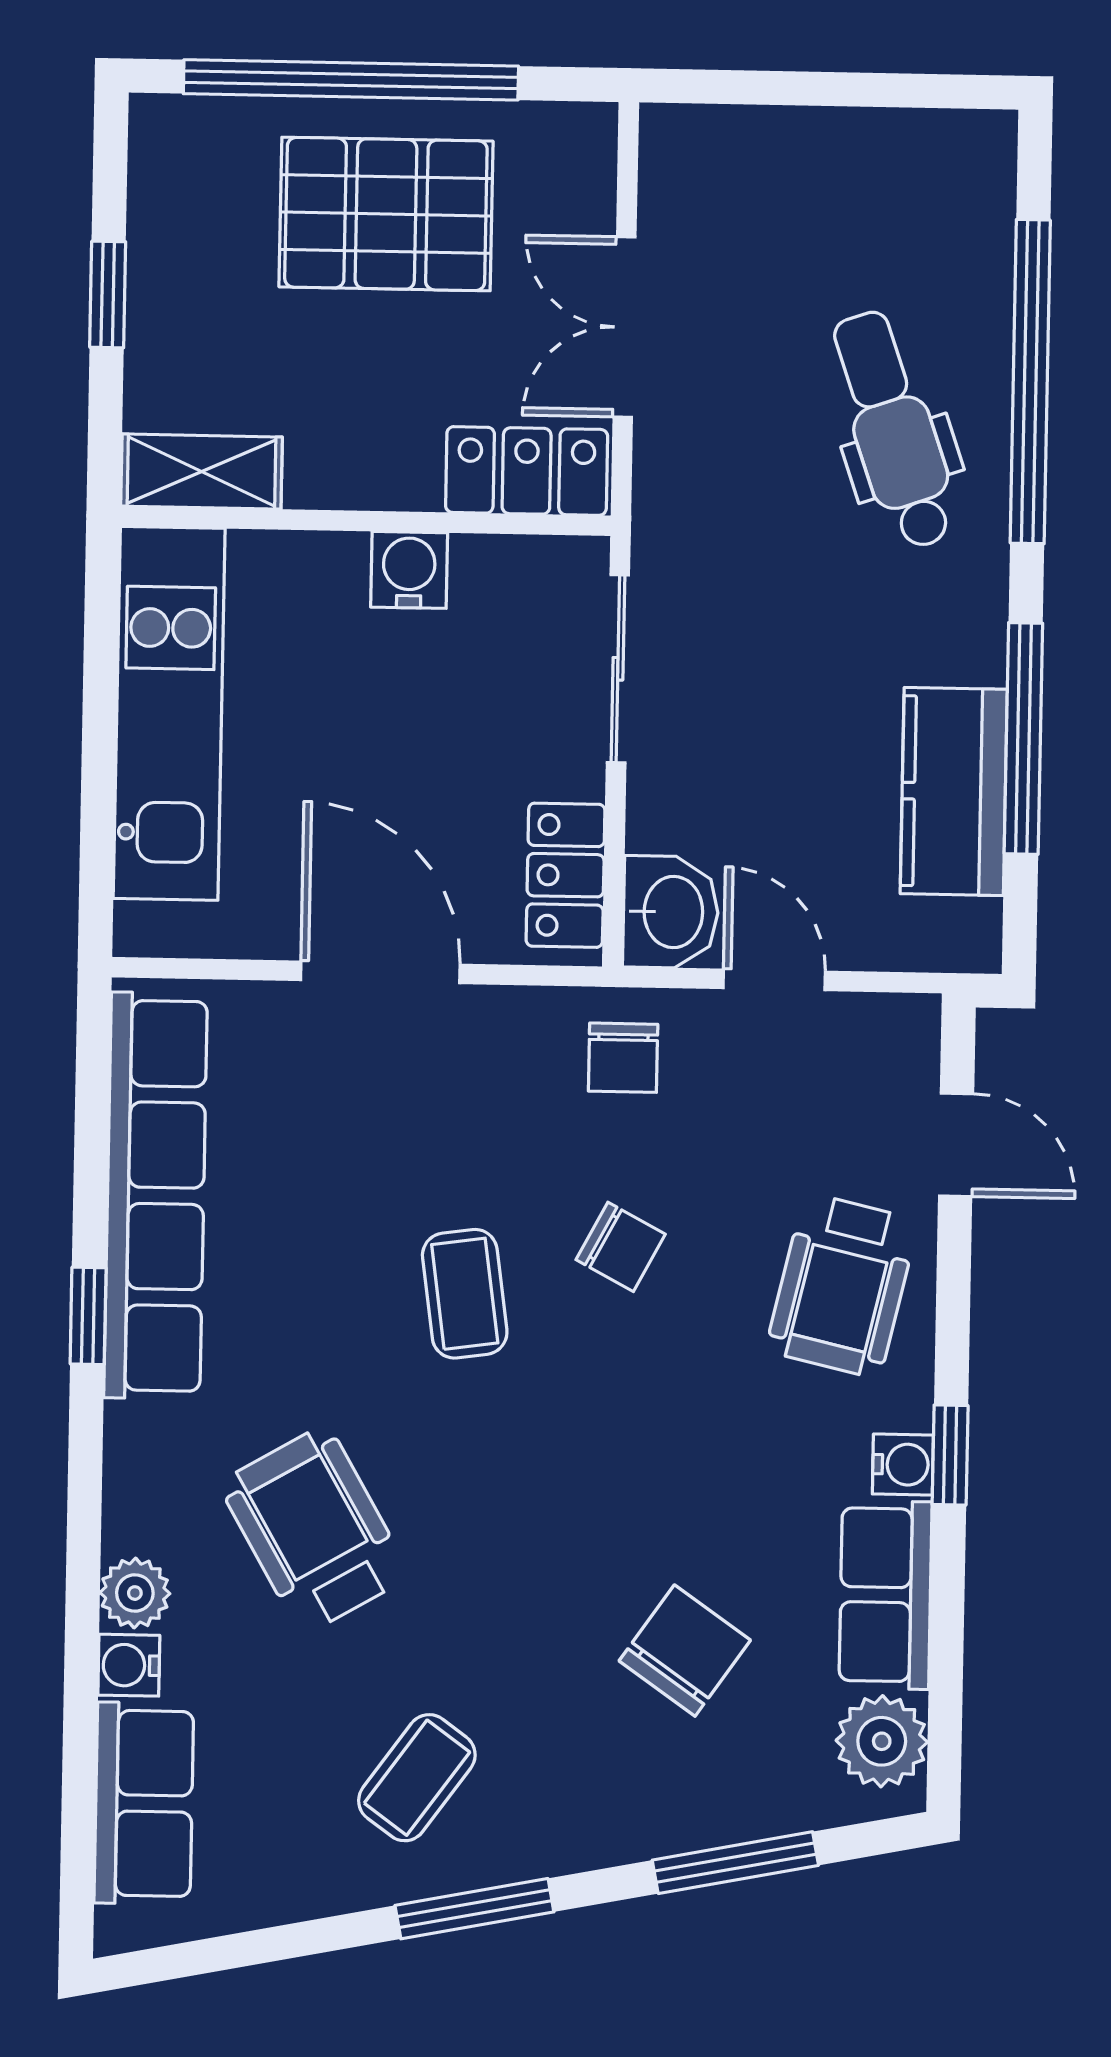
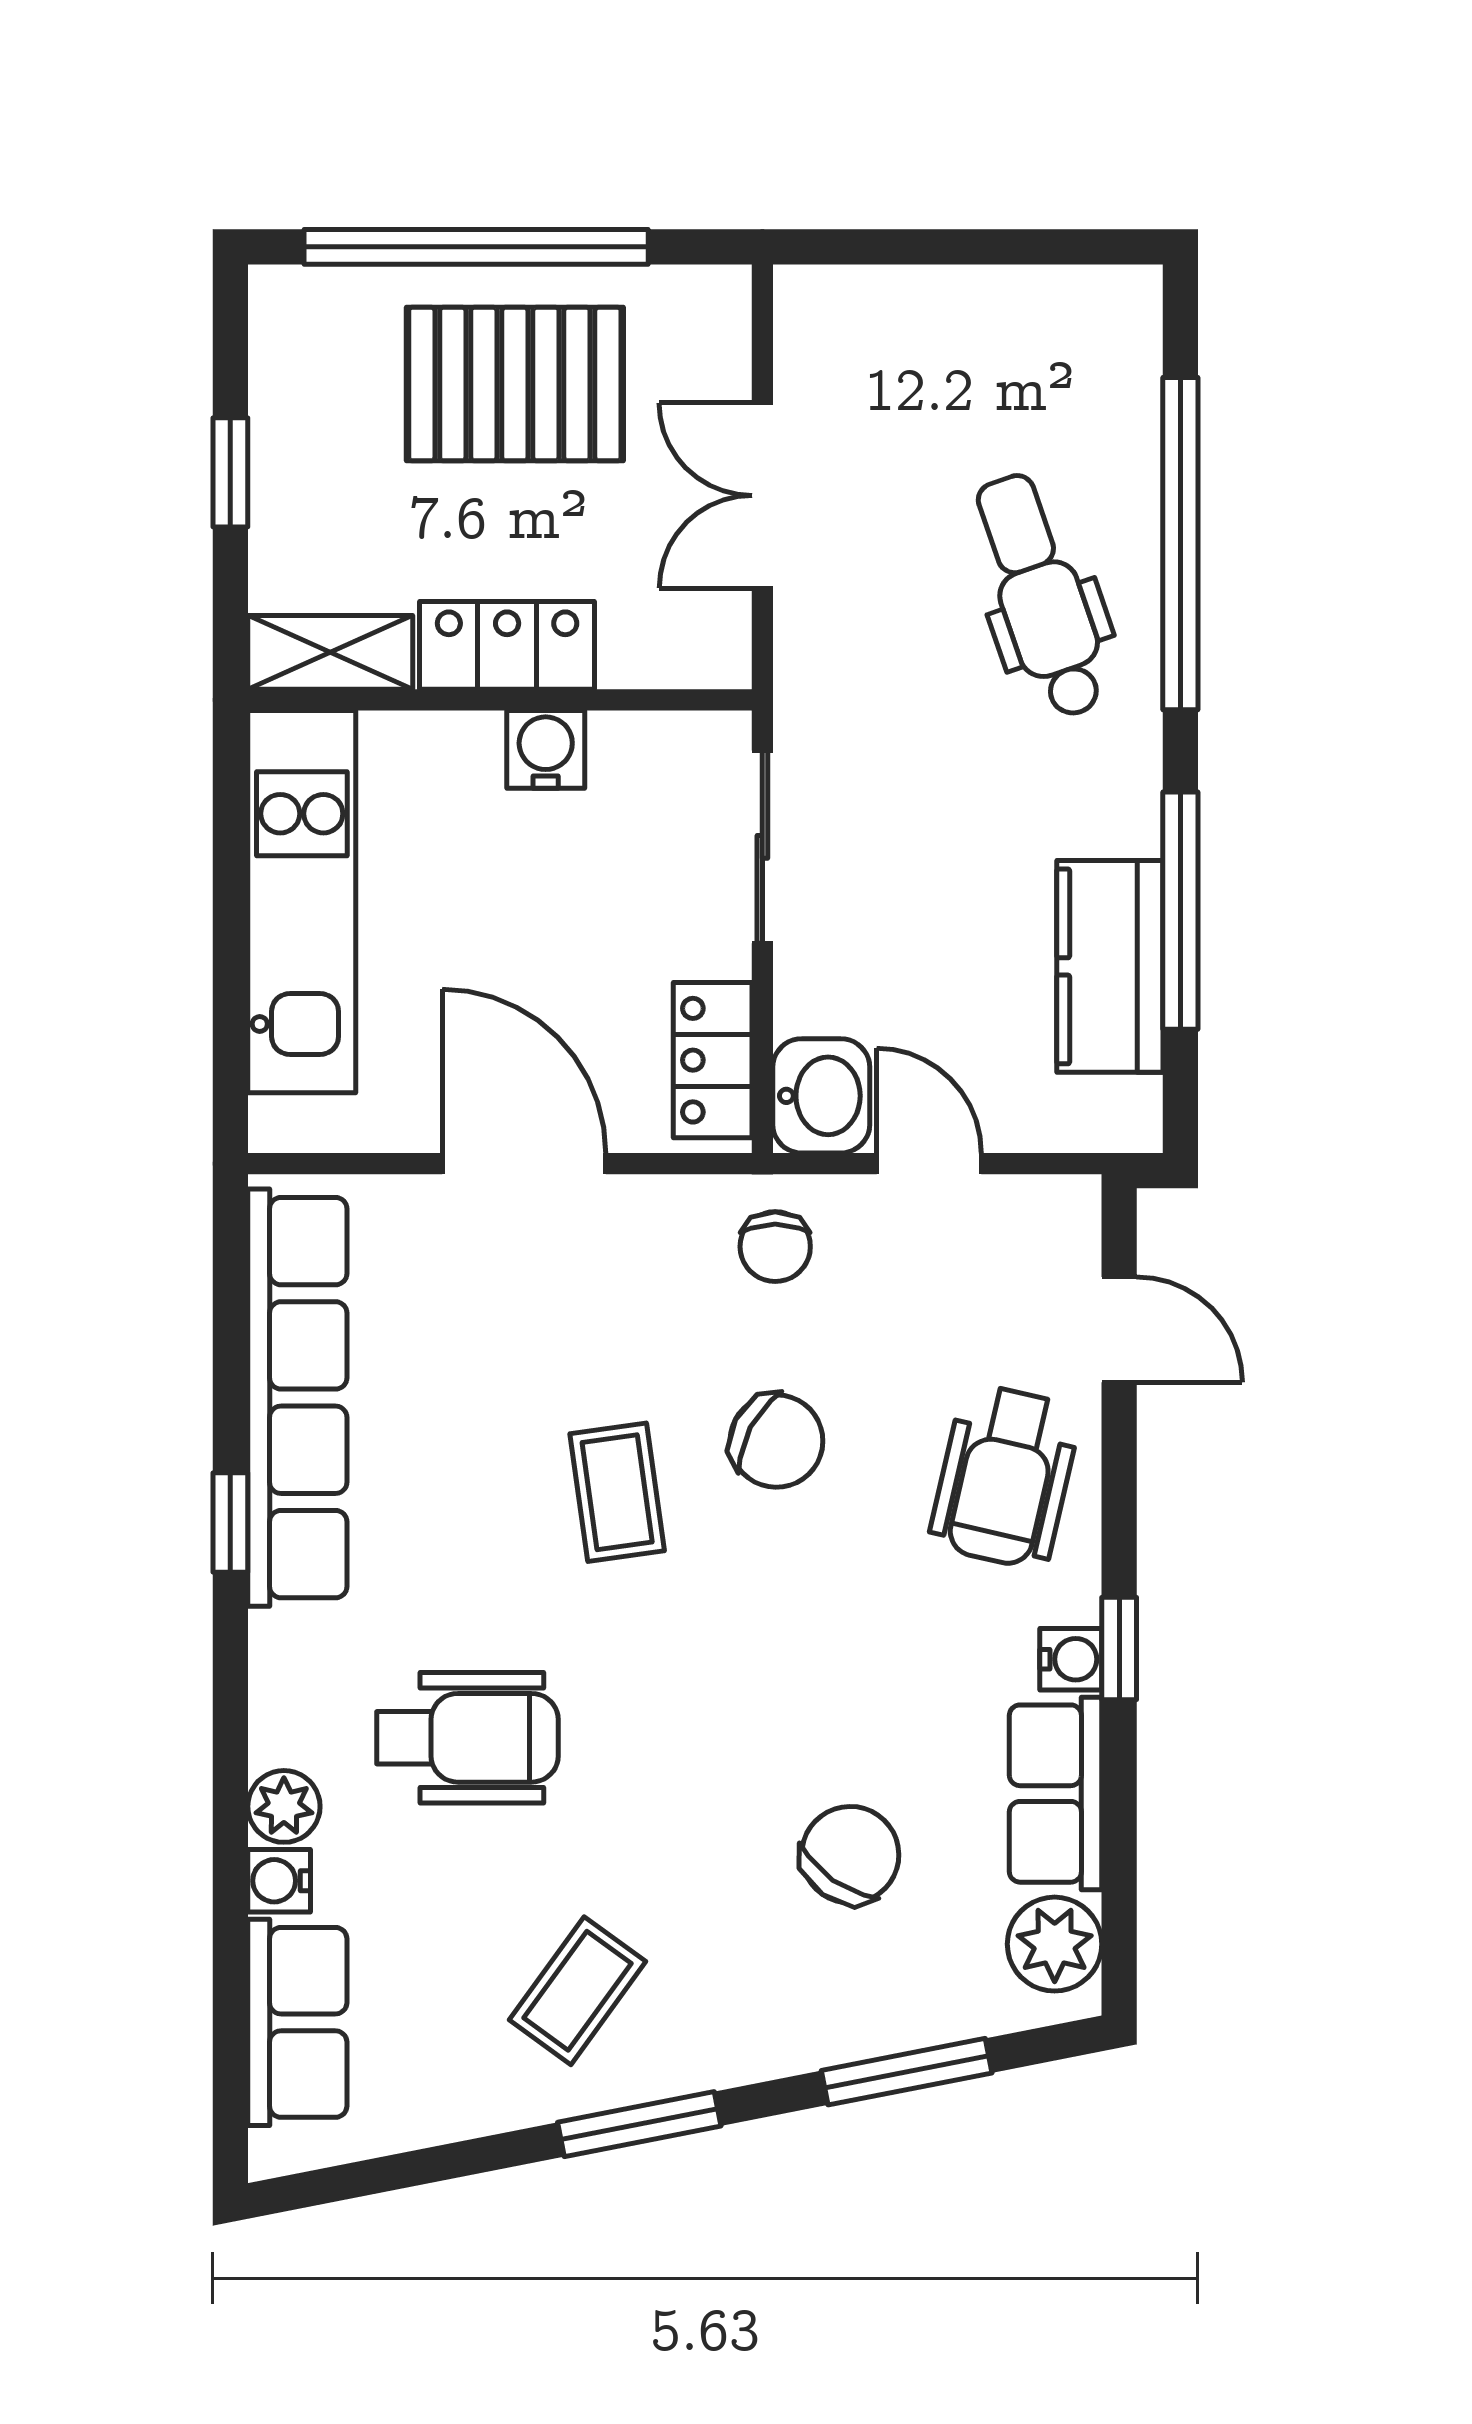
locker: (527, 471) -> (507, 645), moved
chair: (621, 1247) -> (776, 1441), width x1.37, depth x1.37
wheelchair: (315, 1530) -> (467, 1738), turned 120

